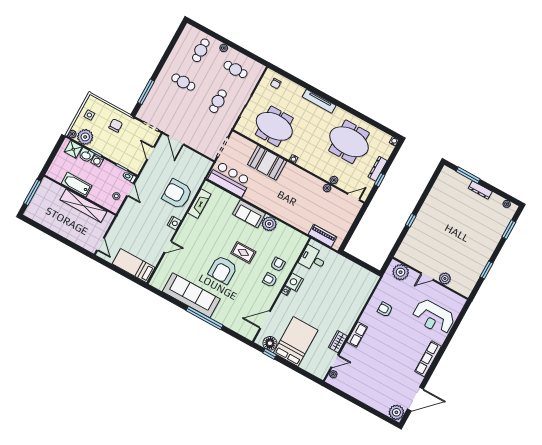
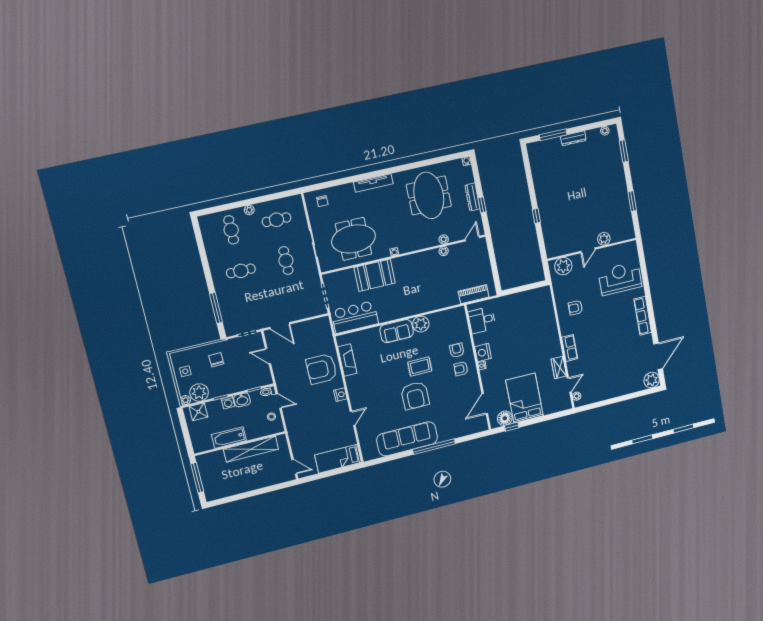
meeting table: (349, 142) -> (429, 195), turned 90
washbasin: (86, 155) -> (242, 400), moved
reception desk: (433, 317) -> (620, 279), turned 180

